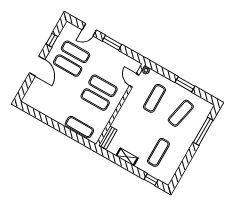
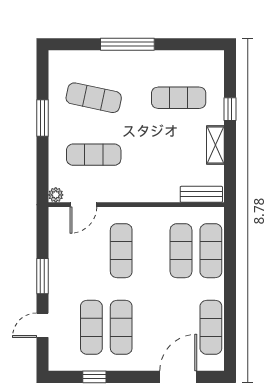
door: (89, 30) -> (42, 325), swing flipped
door: (37, 66) -> (178, 377), moved
exercise mat: (95, 100) -> (181, 251), moved
exercise mat: (44, 107) -> (211, 327), added
window: (203, 131) -> (127, 44), moved
window: (151, 180) -> (230, 109), moved

